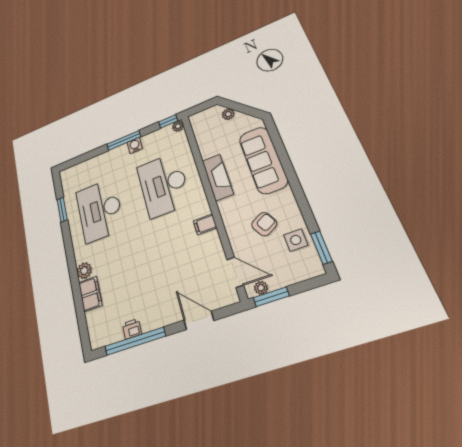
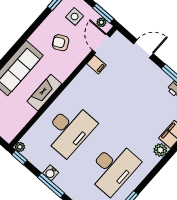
filing cabinet: (205, 224) -> (96, 64), moved
side table: (296, 240) -> (75, 17), moved
door: (199, 320) -> (143, 49), swing flipped

